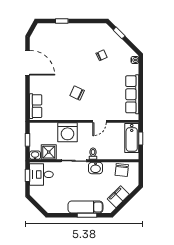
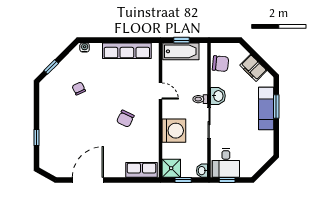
shower: (49, 152) -> (171, 168), moved

